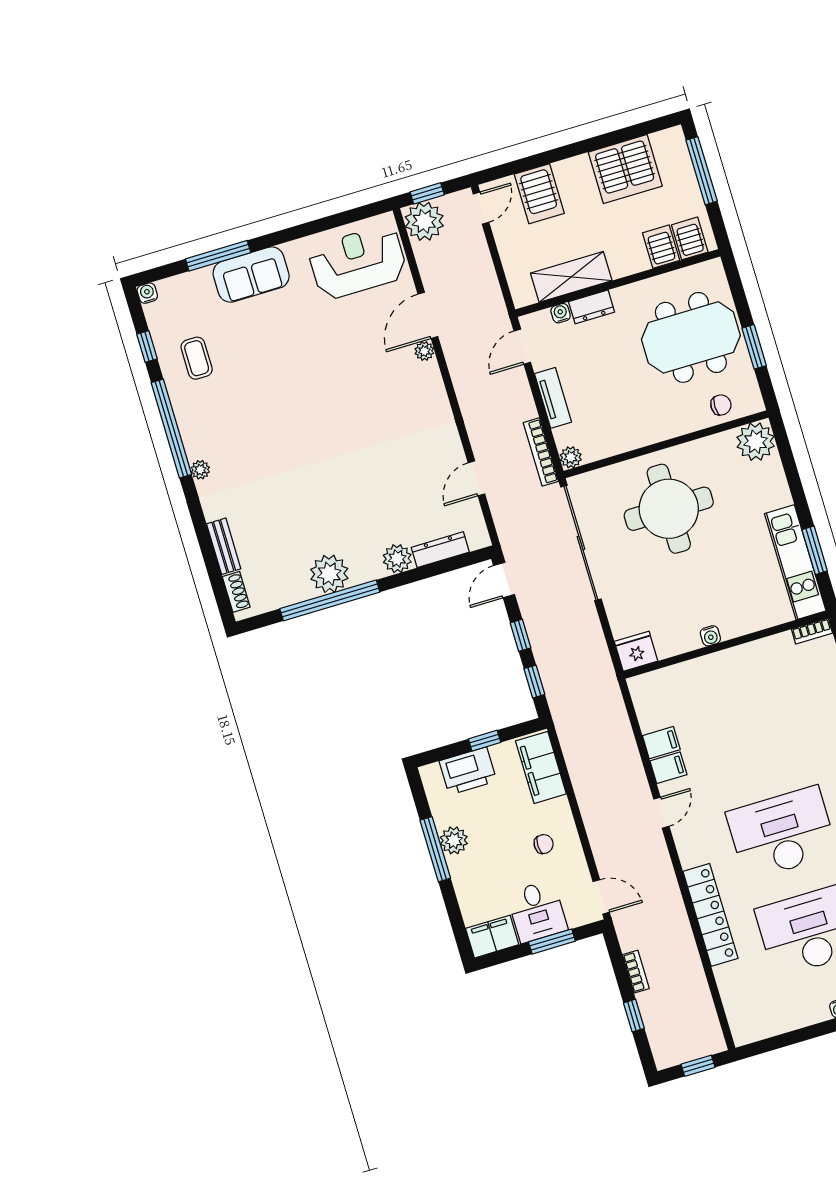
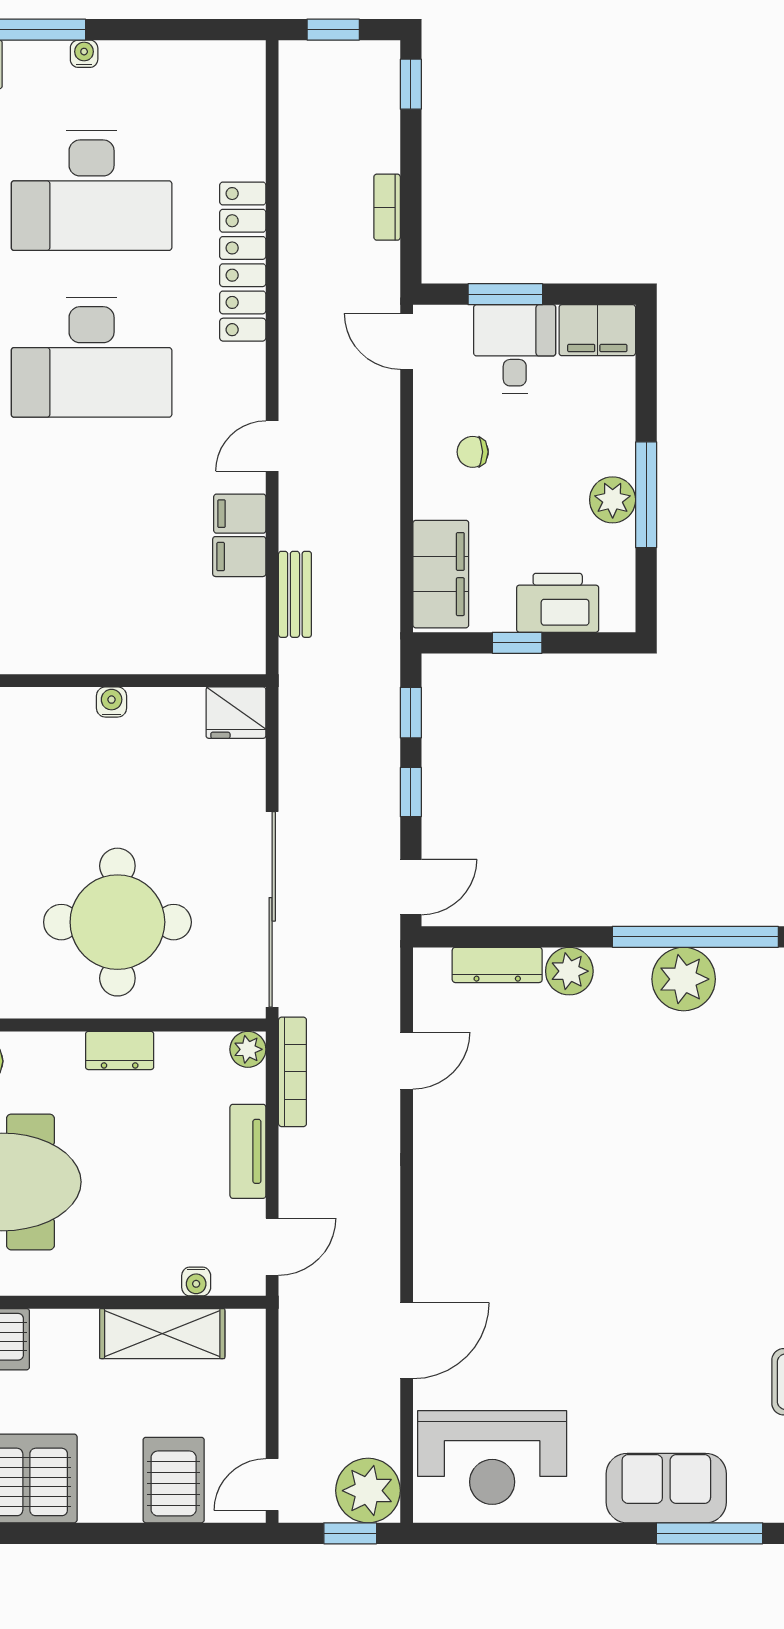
dresser: (592, 307) -> (120, 1050), moved, turned 180
plant: (424, 351) -> (429, 1286), removed
bench: (622, 730) -> (295, 594), added
window: (634, 1016) -> (411, 84), moved

